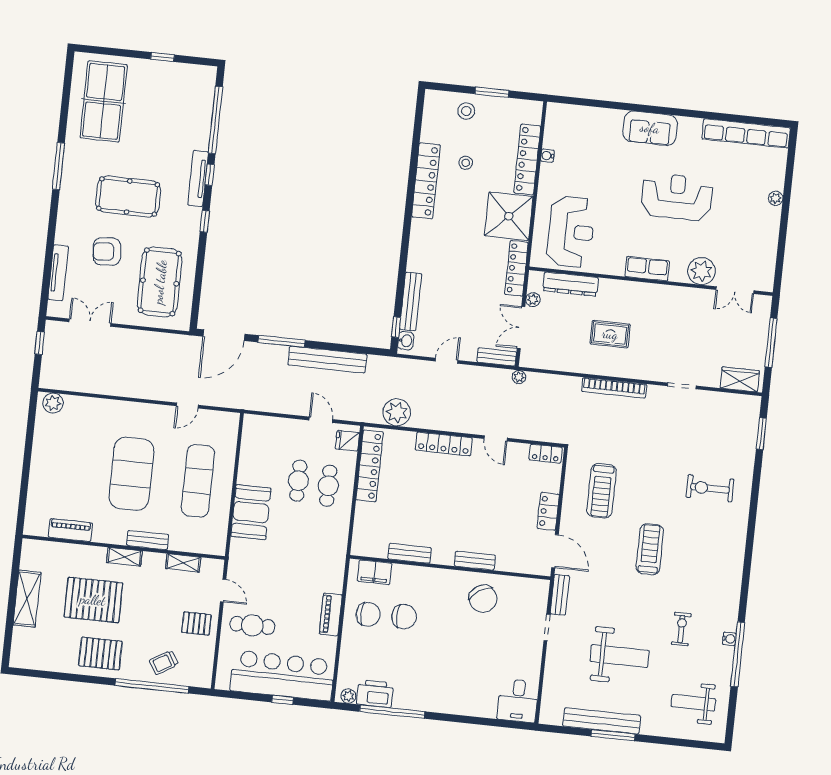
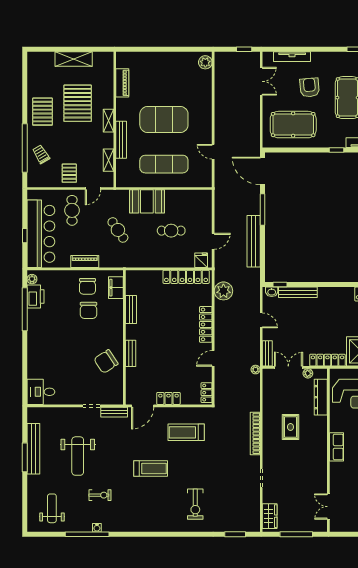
plant: (702, 271) -> (339, 483), removed
cafe table: (328, 486) -> (118, 230), moved, turned 56
exercise bike: (710, 488) -> (195, 504), turned 180
bench: (148, 540) -> (121, 140), width x1.36

